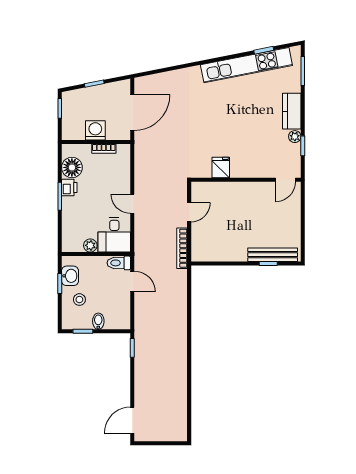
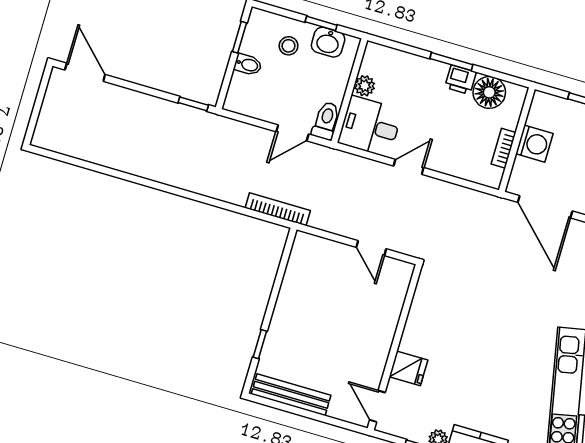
fridge: (221, 168) -> (408, 368), moved
bookcase: (182, 248) -> (278, 209), moved
bench: (273, 255) -> (291, 395), moved, turned 90

